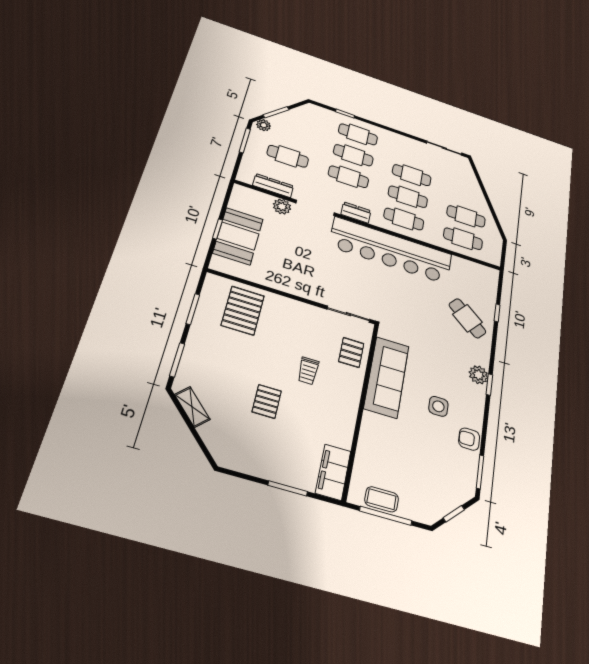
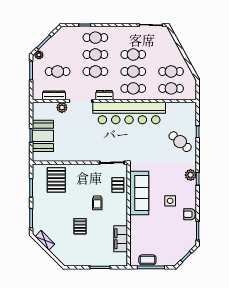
filing cabinet: (333, 472) -> (121, 239), moved

